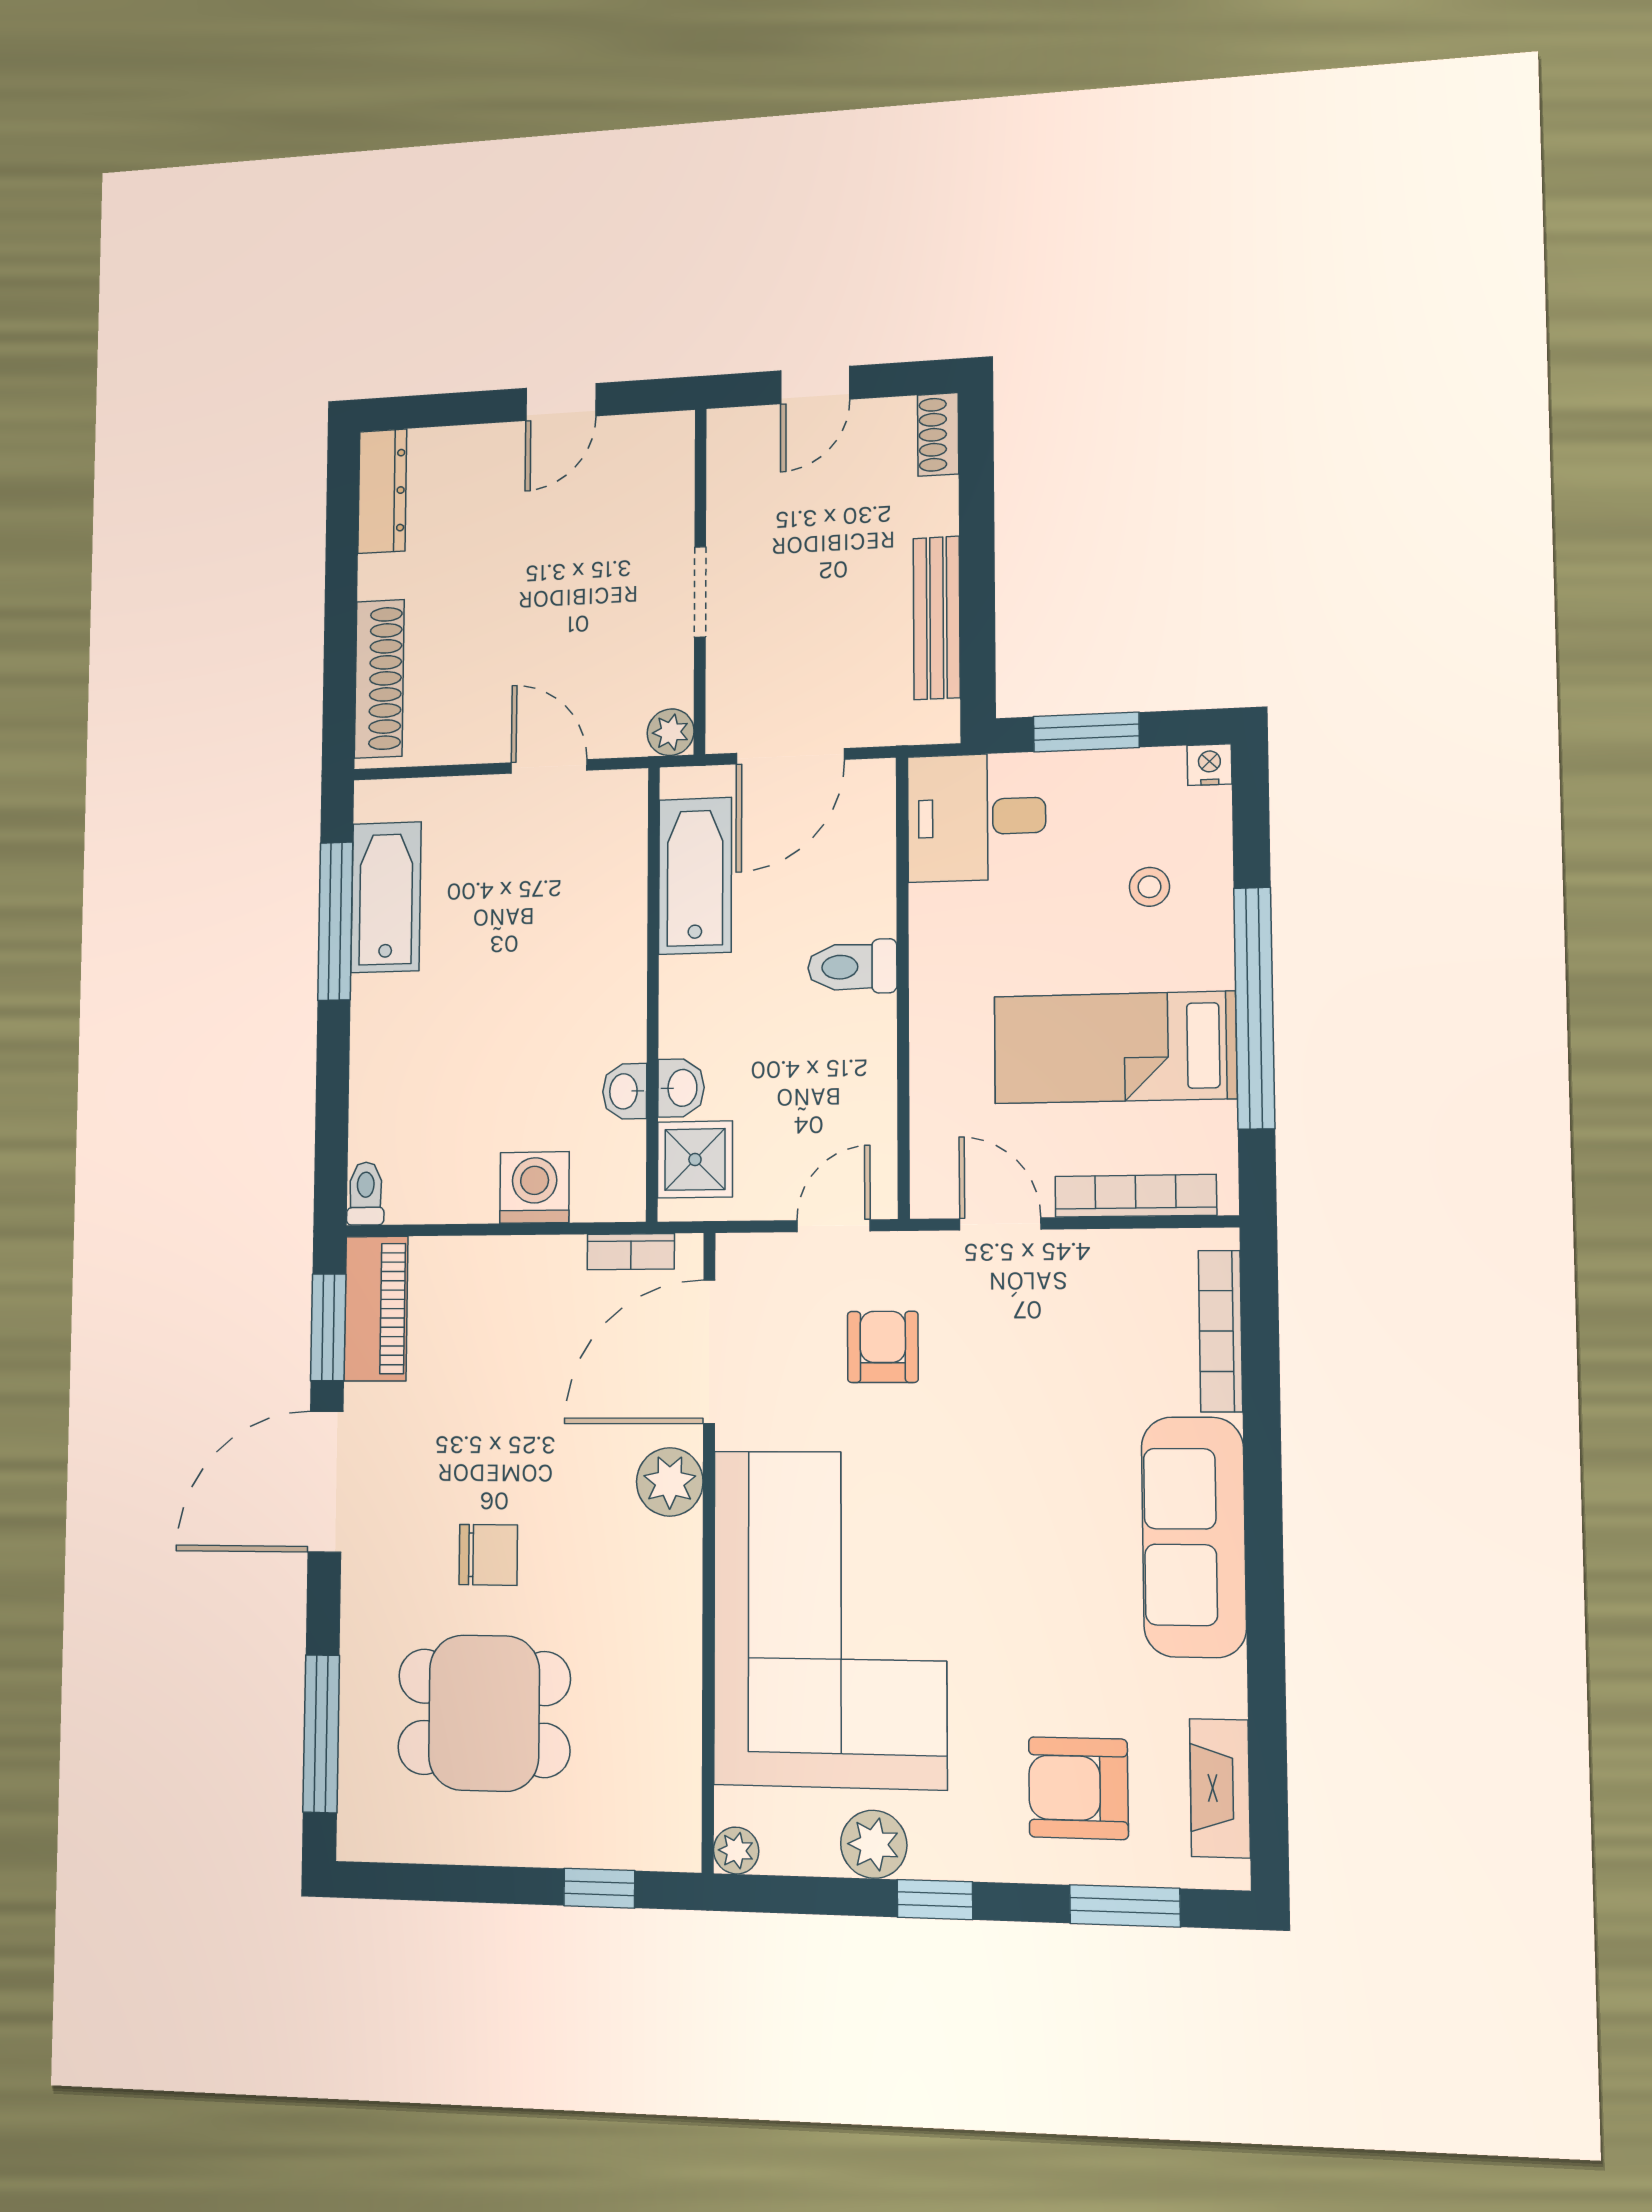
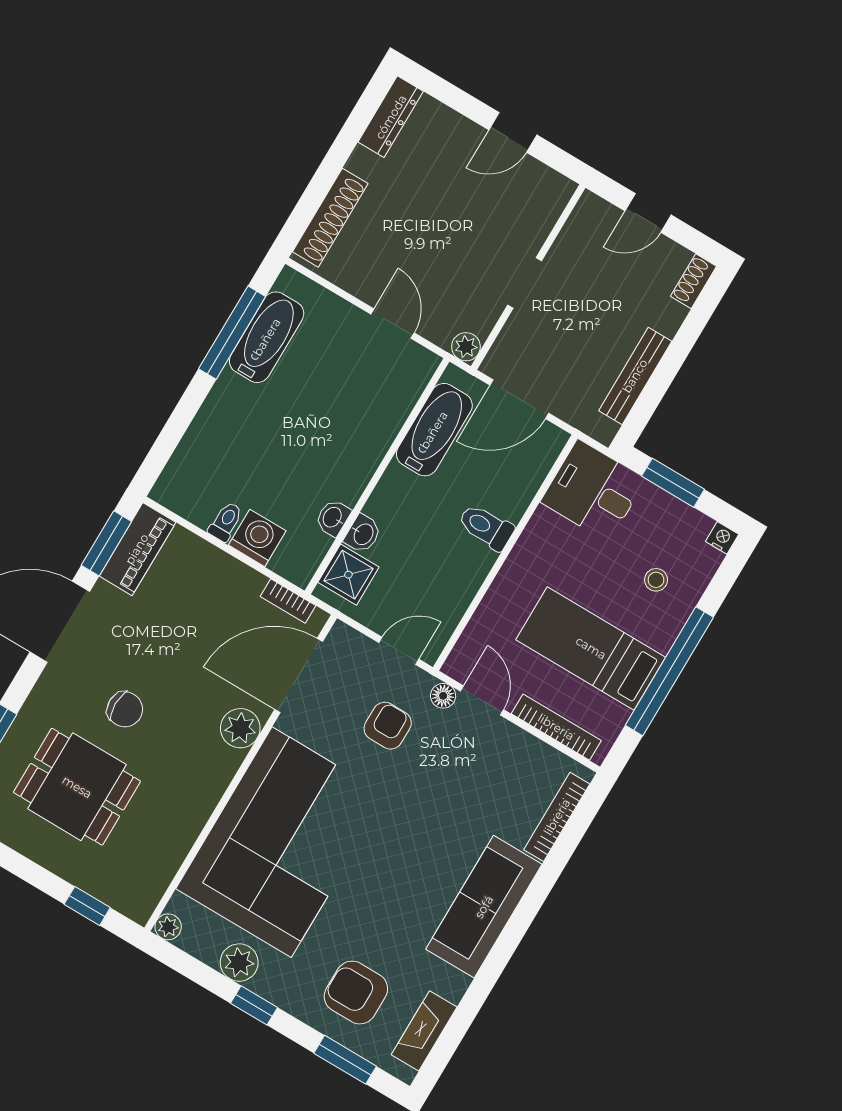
toilet: (366, 1193) -> (226, 522), moved
floor lamp: (938, 1252) -> (443, 696), added

